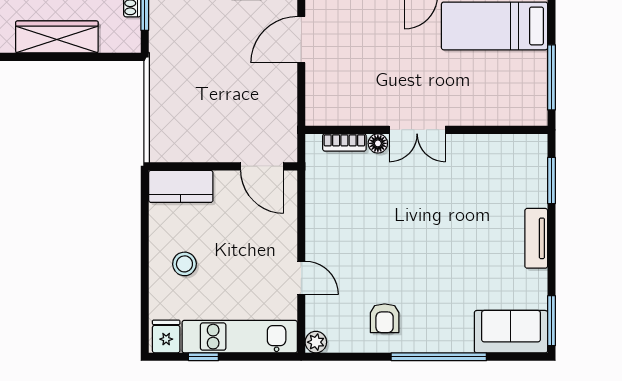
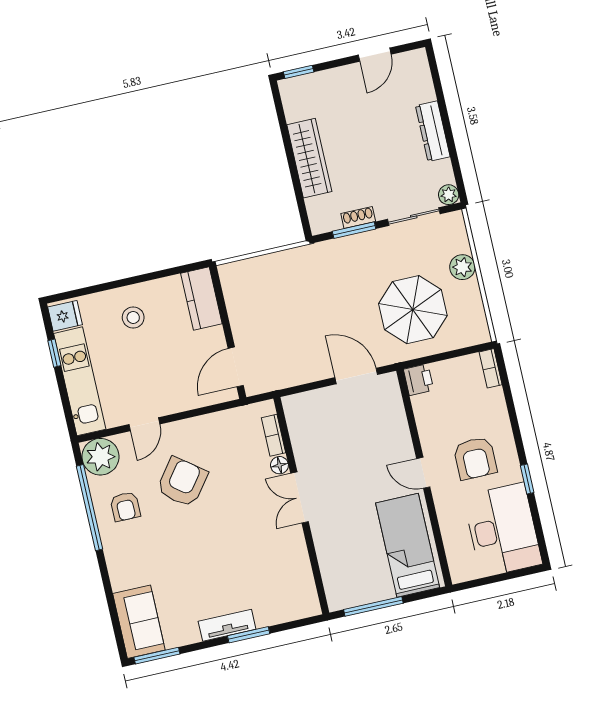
window: (552, 180) -> (249, 635), moved
armchair: (372, 252) -> (182, 482), added
armchair: (385, 318) -> (125, 506), turned -90
plant: (316, 342) -> (100, 457), width x1.87, depth x1.87
window: (439, 357) -> (90, 508), moved

